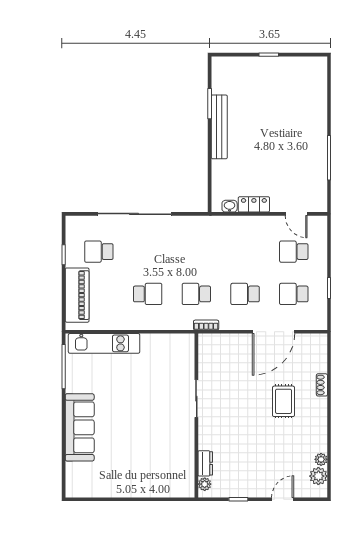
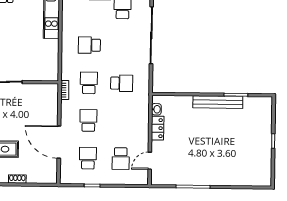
school desk: (196, 252) -> (122, 83), added
school desk: (294, 252) -> (121, 159), turned 180
school desk: (148, 294) -> (89, 45), turned 90

